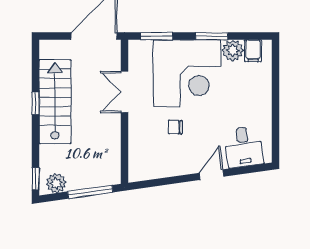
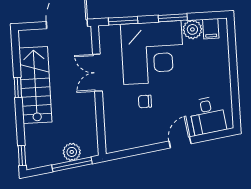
plant: (56, 183) -> (72, 152), moved

